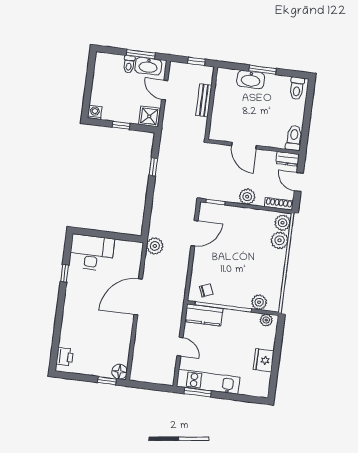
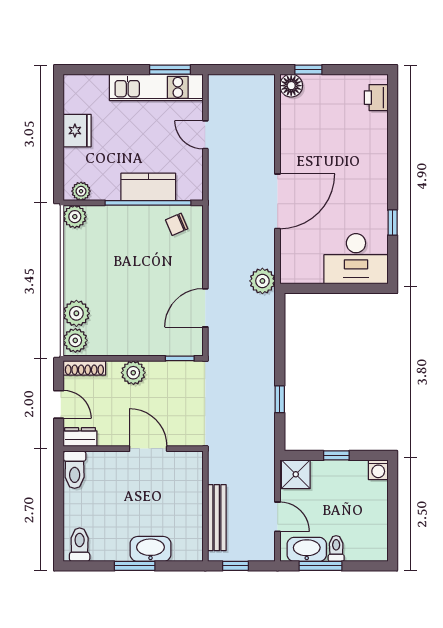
bench: (204, 100) -> (217, 518), width x1.36
plant: (259, 302) -> (75, 217), moved
kitchen counter: (204, 315) -> (148, 187), moved

